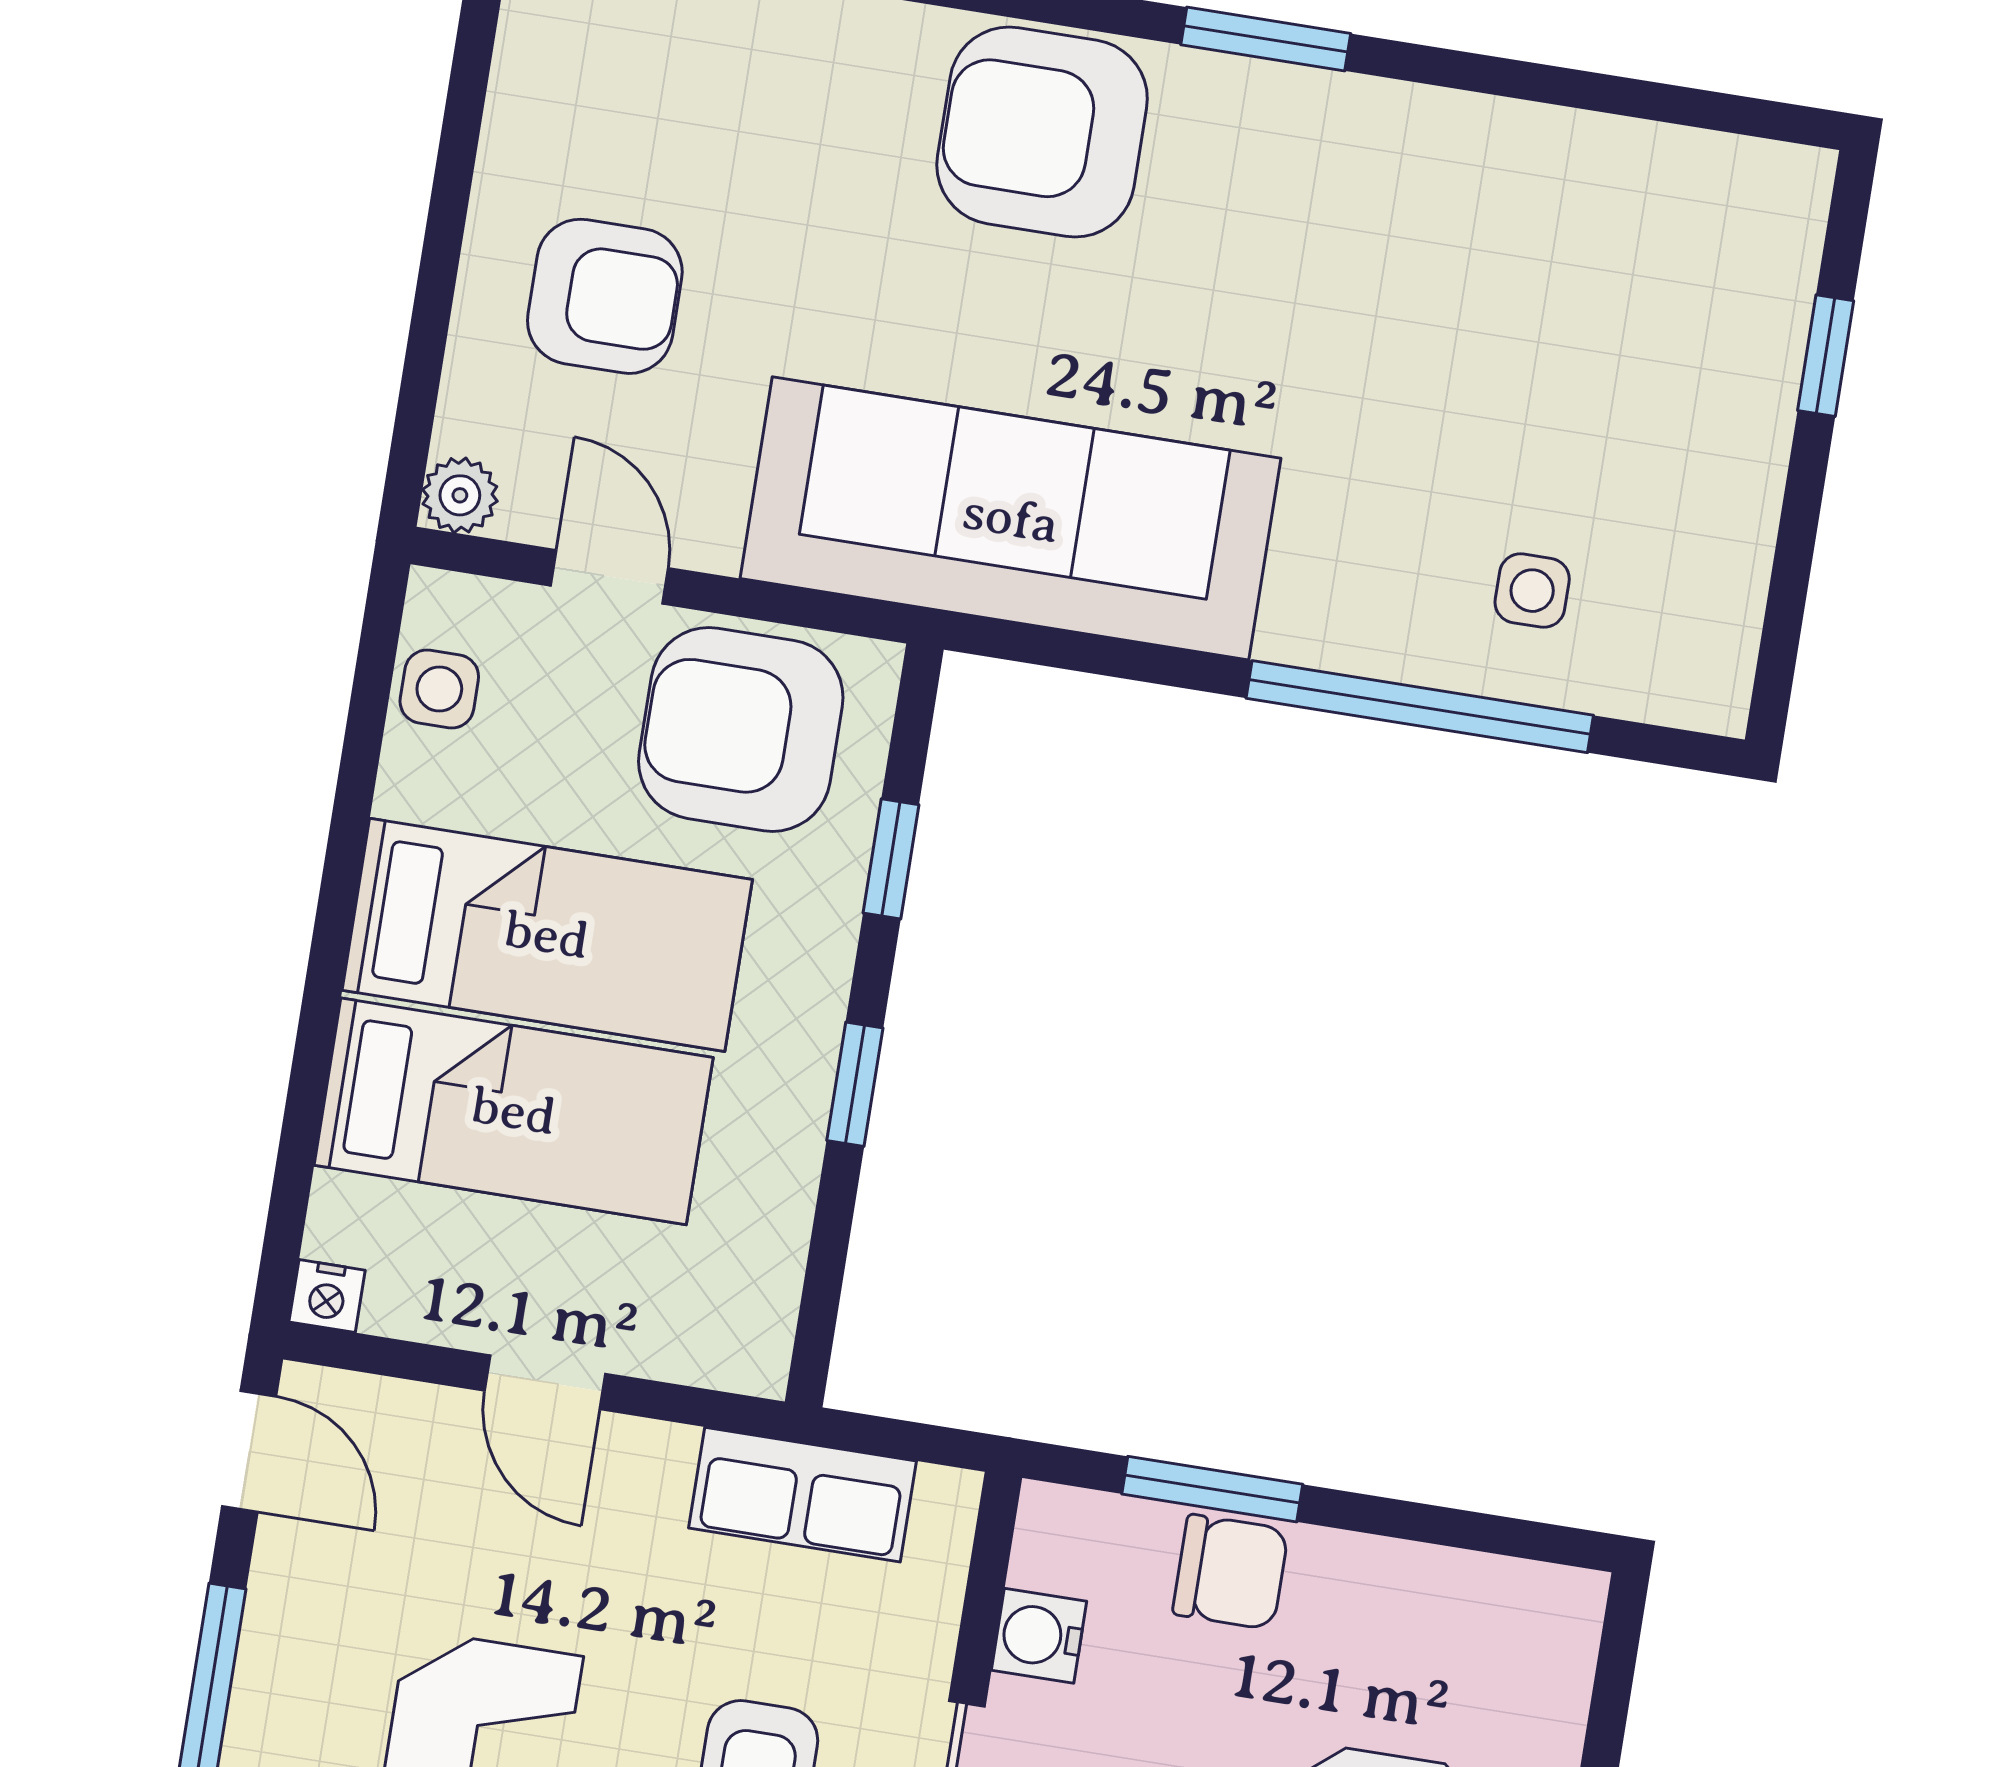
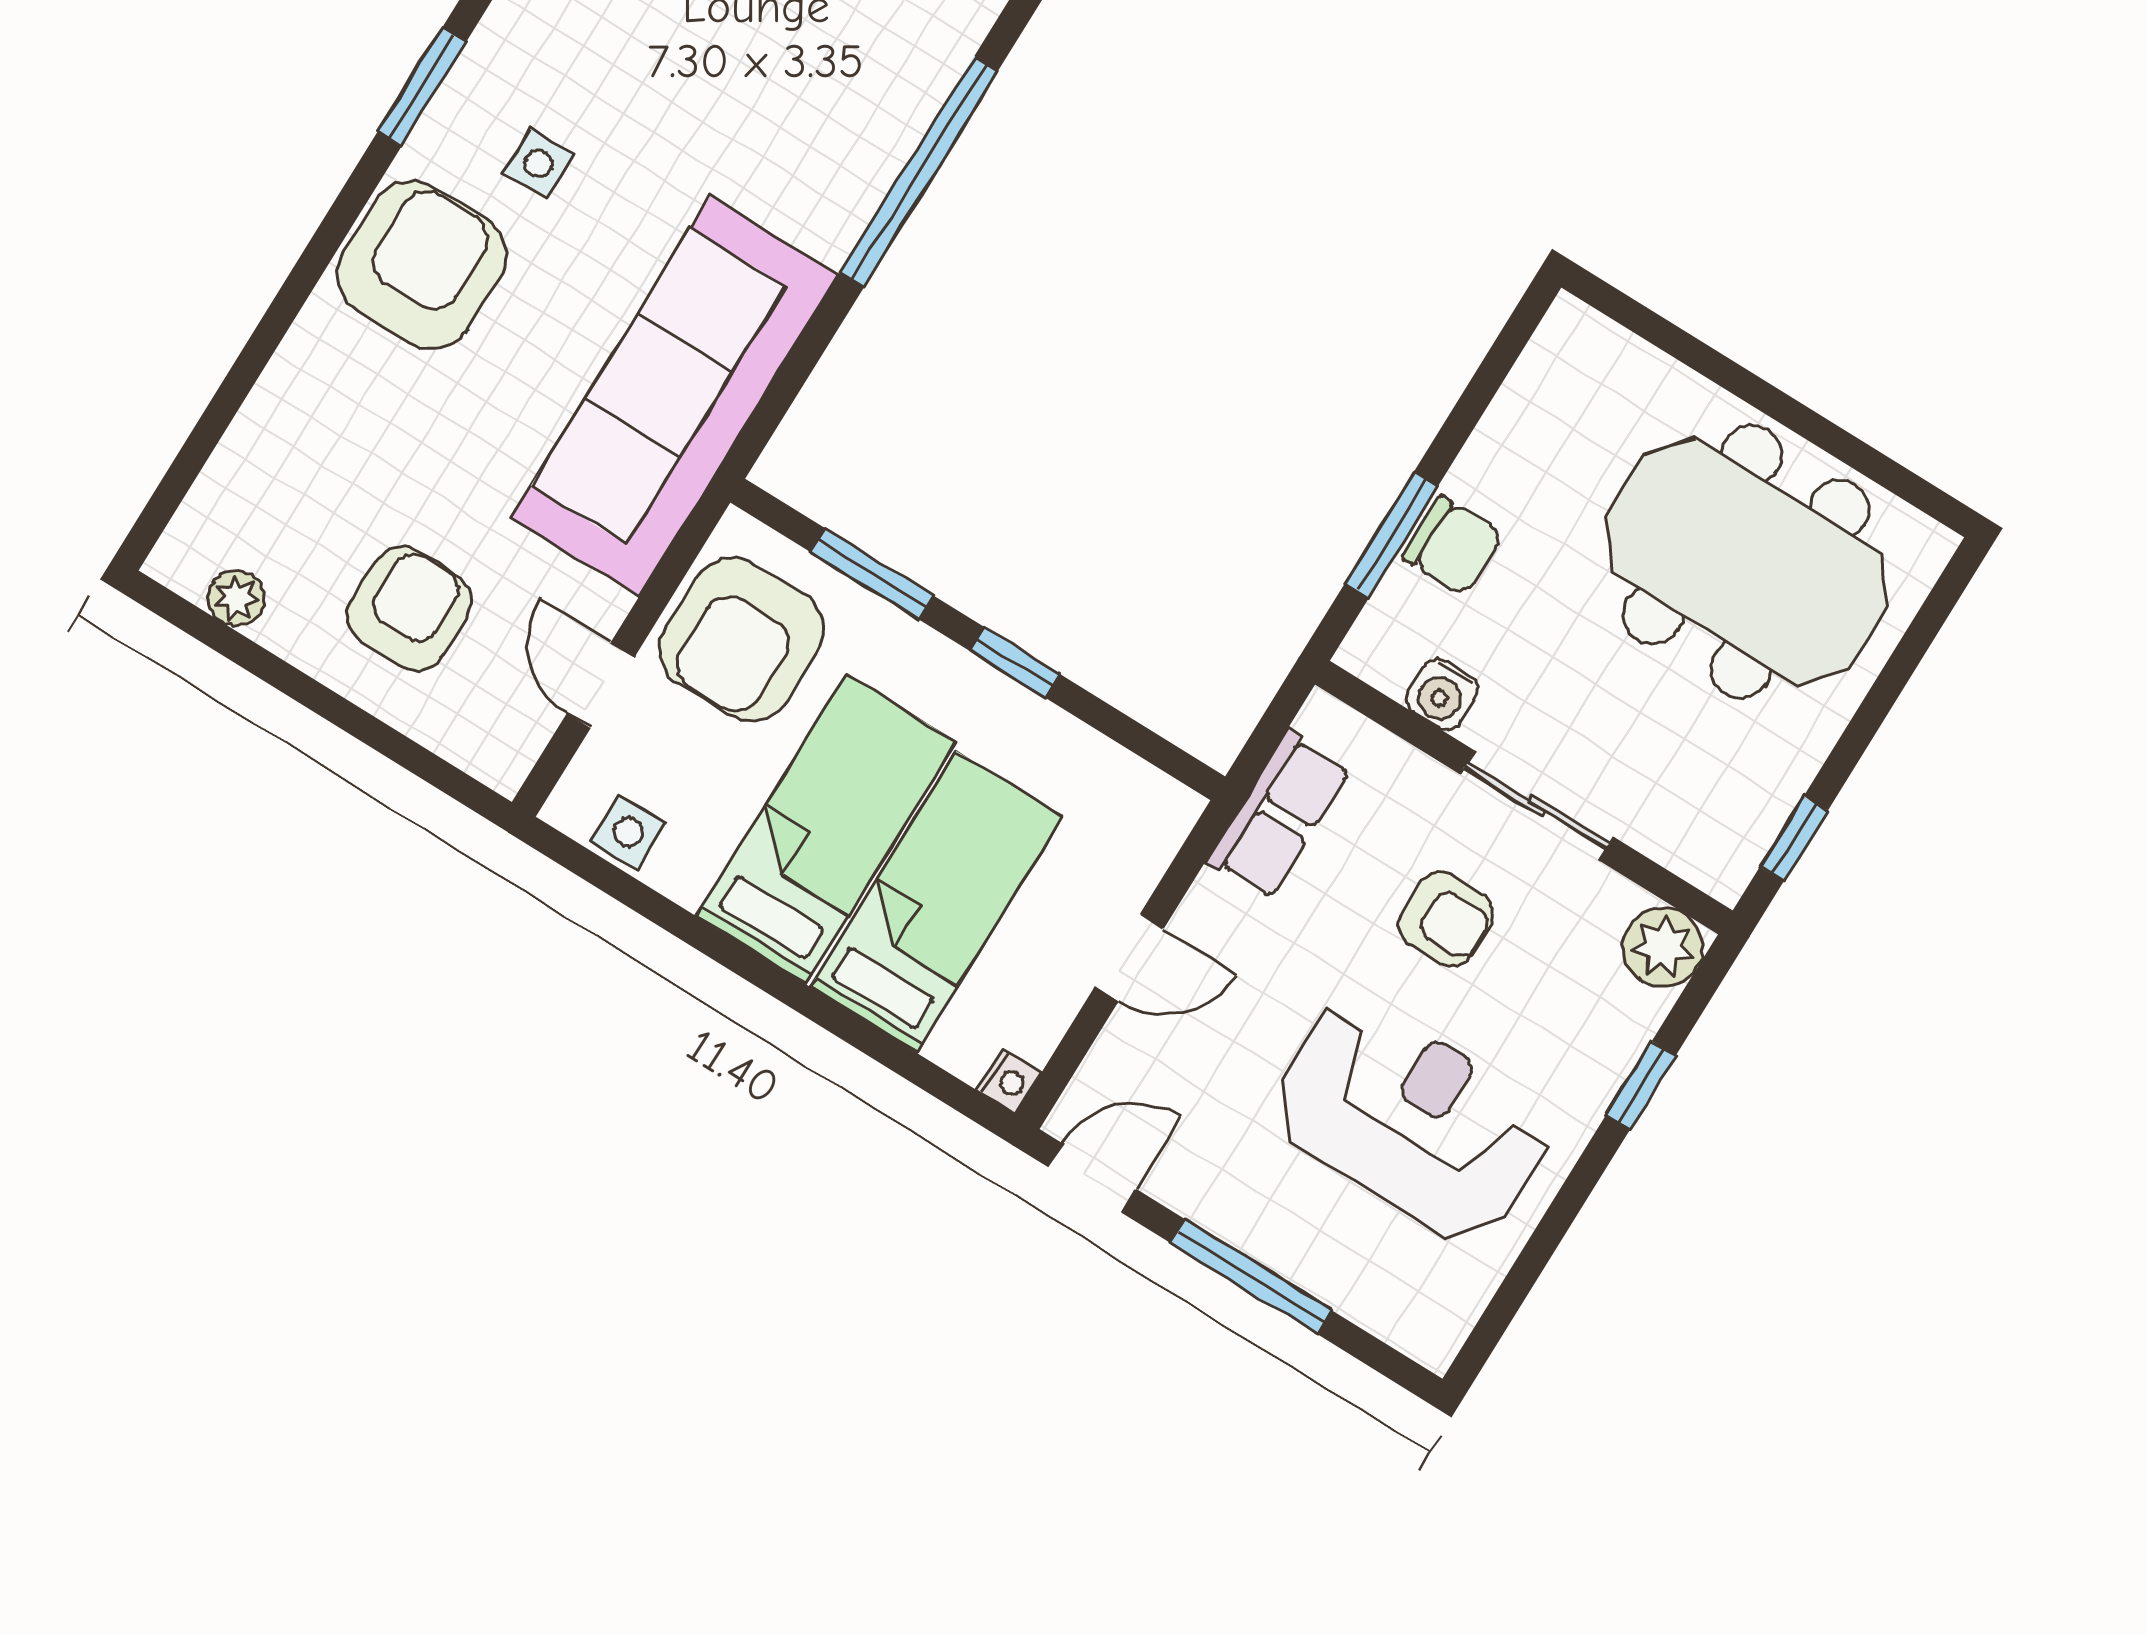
armchair: (1042, 132) -> (422, 265), turned 180
plant: (460, 495) -> (236, 598), moved
door: (609, 577) -> (601, 685), hinge flipped
side table: (1532, 591) -> (539, 164), moved
window: (891, 859) -> (872, 574), width x1.50
chair: (1231, 1572) -> (1453, 546), turned 90

